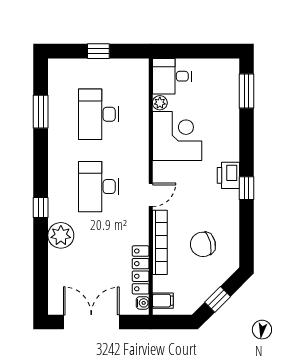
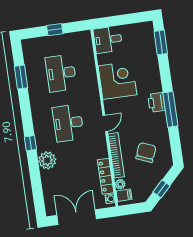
plant: (160, 103) -> (120, 184), moved
window: (246, 188) -> (170, 109), width x2.17
chair: (203, 244) -> (146, 152), turned 126

